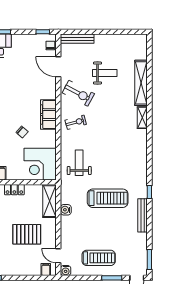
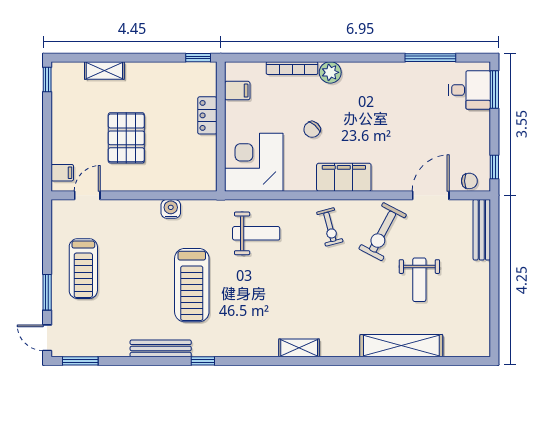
shelving: (142, 118) -> (299, 348), moved
shelving: (49, 201) -> (187, 179), removed
water cooler: (66, 271) -> (60, 209), removed

